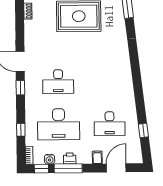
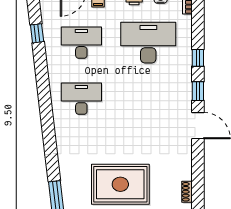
desk: (58, 82) -> (81, 99), moved
window: (21, 130) -> (198, 58), moved

